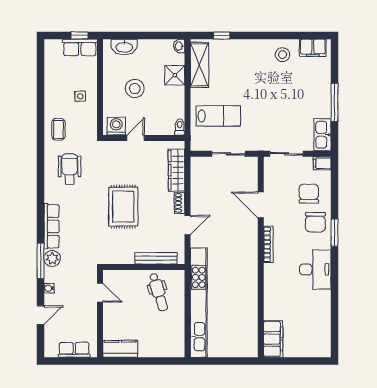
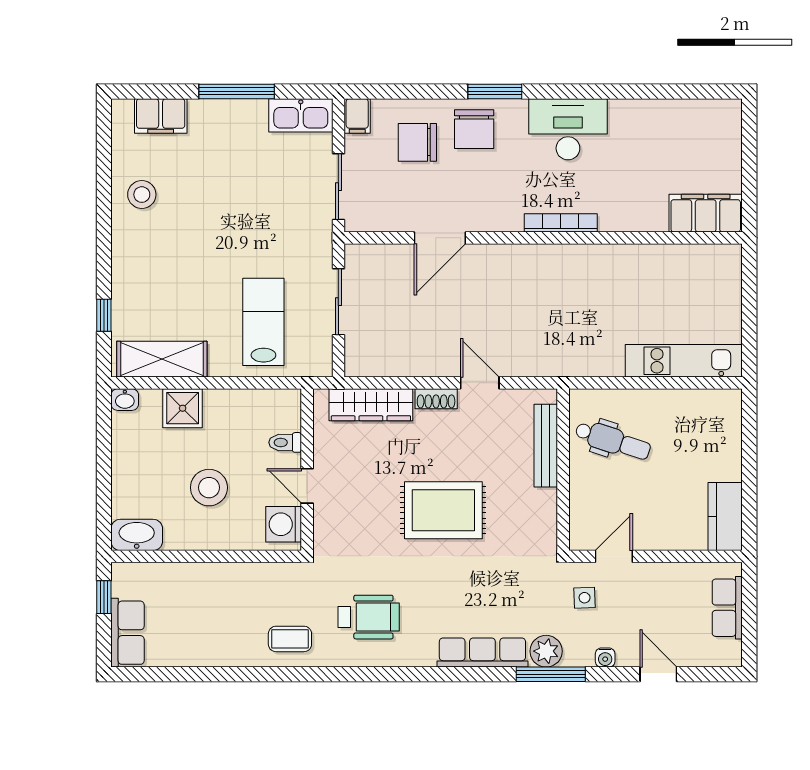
row of seats: (80, 47) -> (127, 633), moved
washbasin: (124, 47) -> (137, 535), moved, turned -90
filing cabinet: (313, 48) -> (161, 116), moved, turned 90
side table: (80, 96) -> (585, 598), moved
toilet: (180, 127) -> (285, 442), moved
wheelchair: (69, 169) -> (369, 617), turned 180
chair: (315, 222) -> (474, 129), turned 90
bookcase: (268, 244) -> (561, 223), moved
dental chair: (158, 292) -> (613, 441), turned 35
kitchen unit: (199, 303) -> (684, 361), width x0.54

